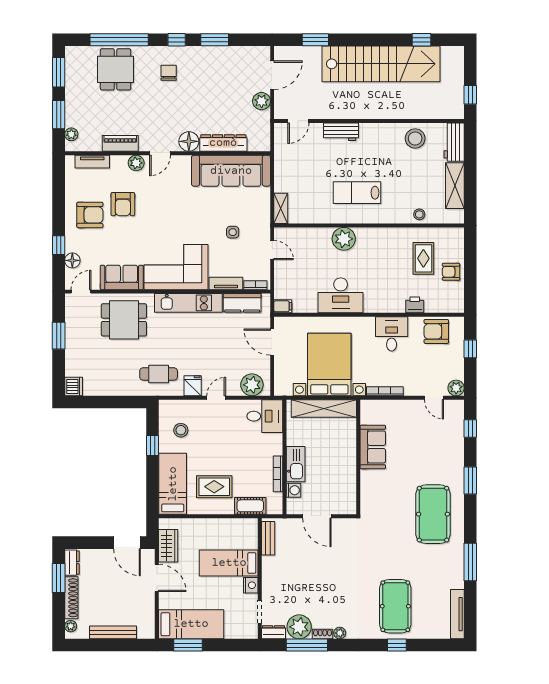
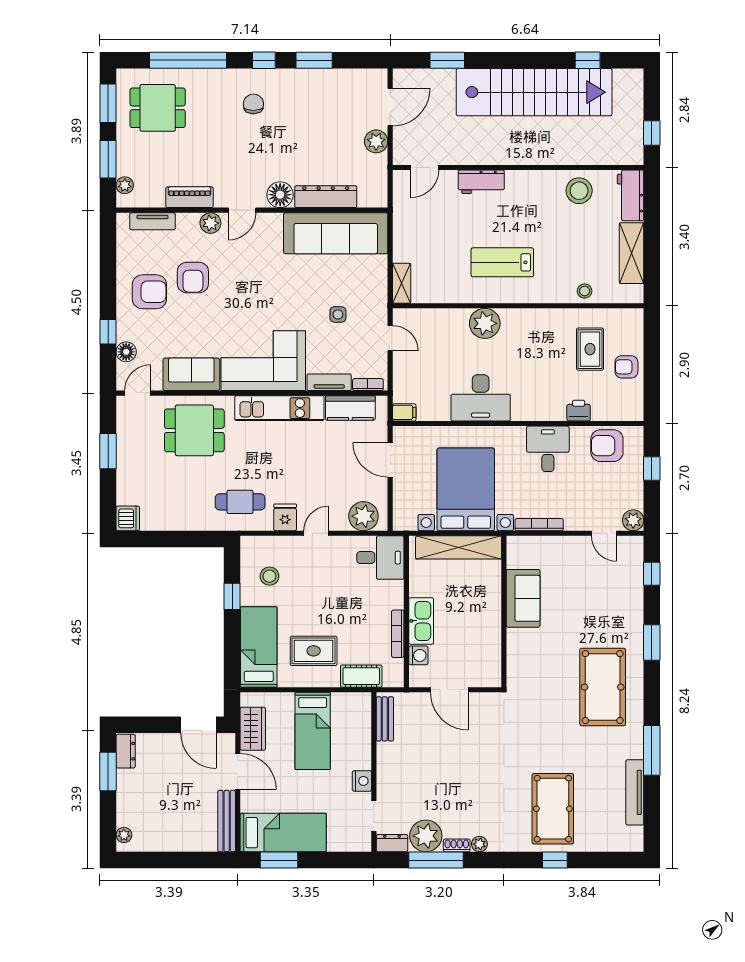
dining table: (116, 69) -> (158, 108), moved, turned 90
bed: (229, 563) -> (313, 731), moved, turned -90
shoe rack: (71, 598) -> (125, 798), removed
tv unit: (457, 614) -> (635, 792), moved
bench: (113, 632) -> (227, 821), moved, turned 90

